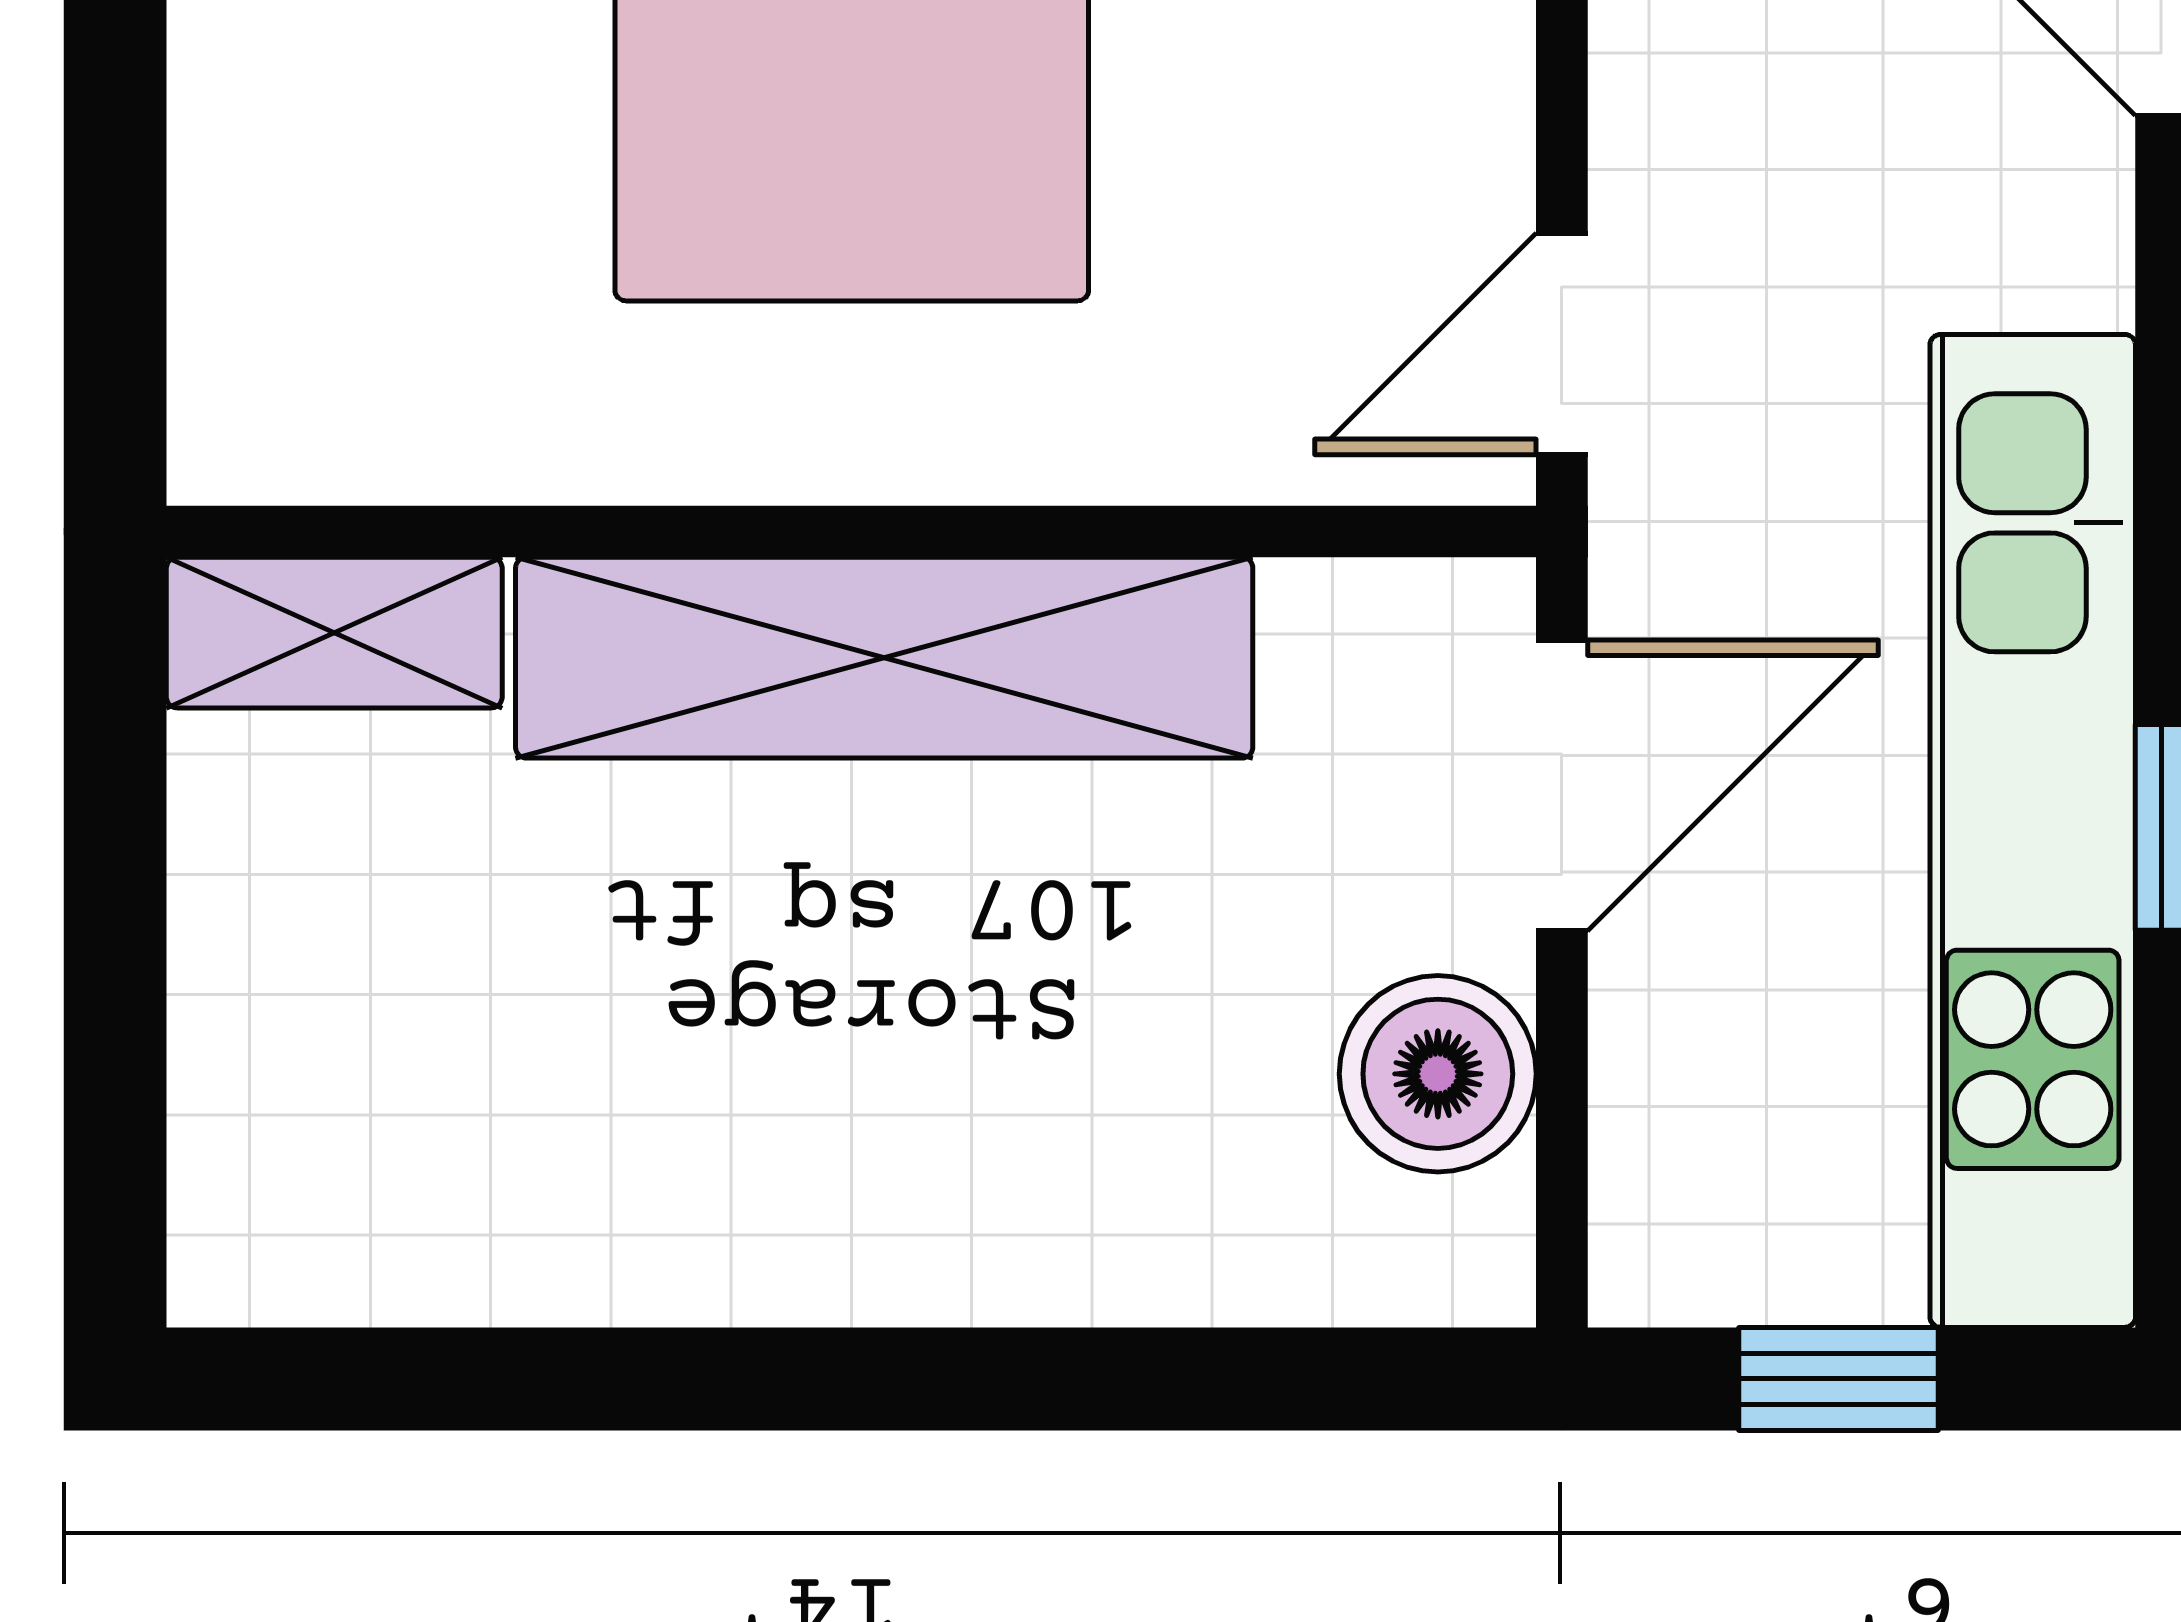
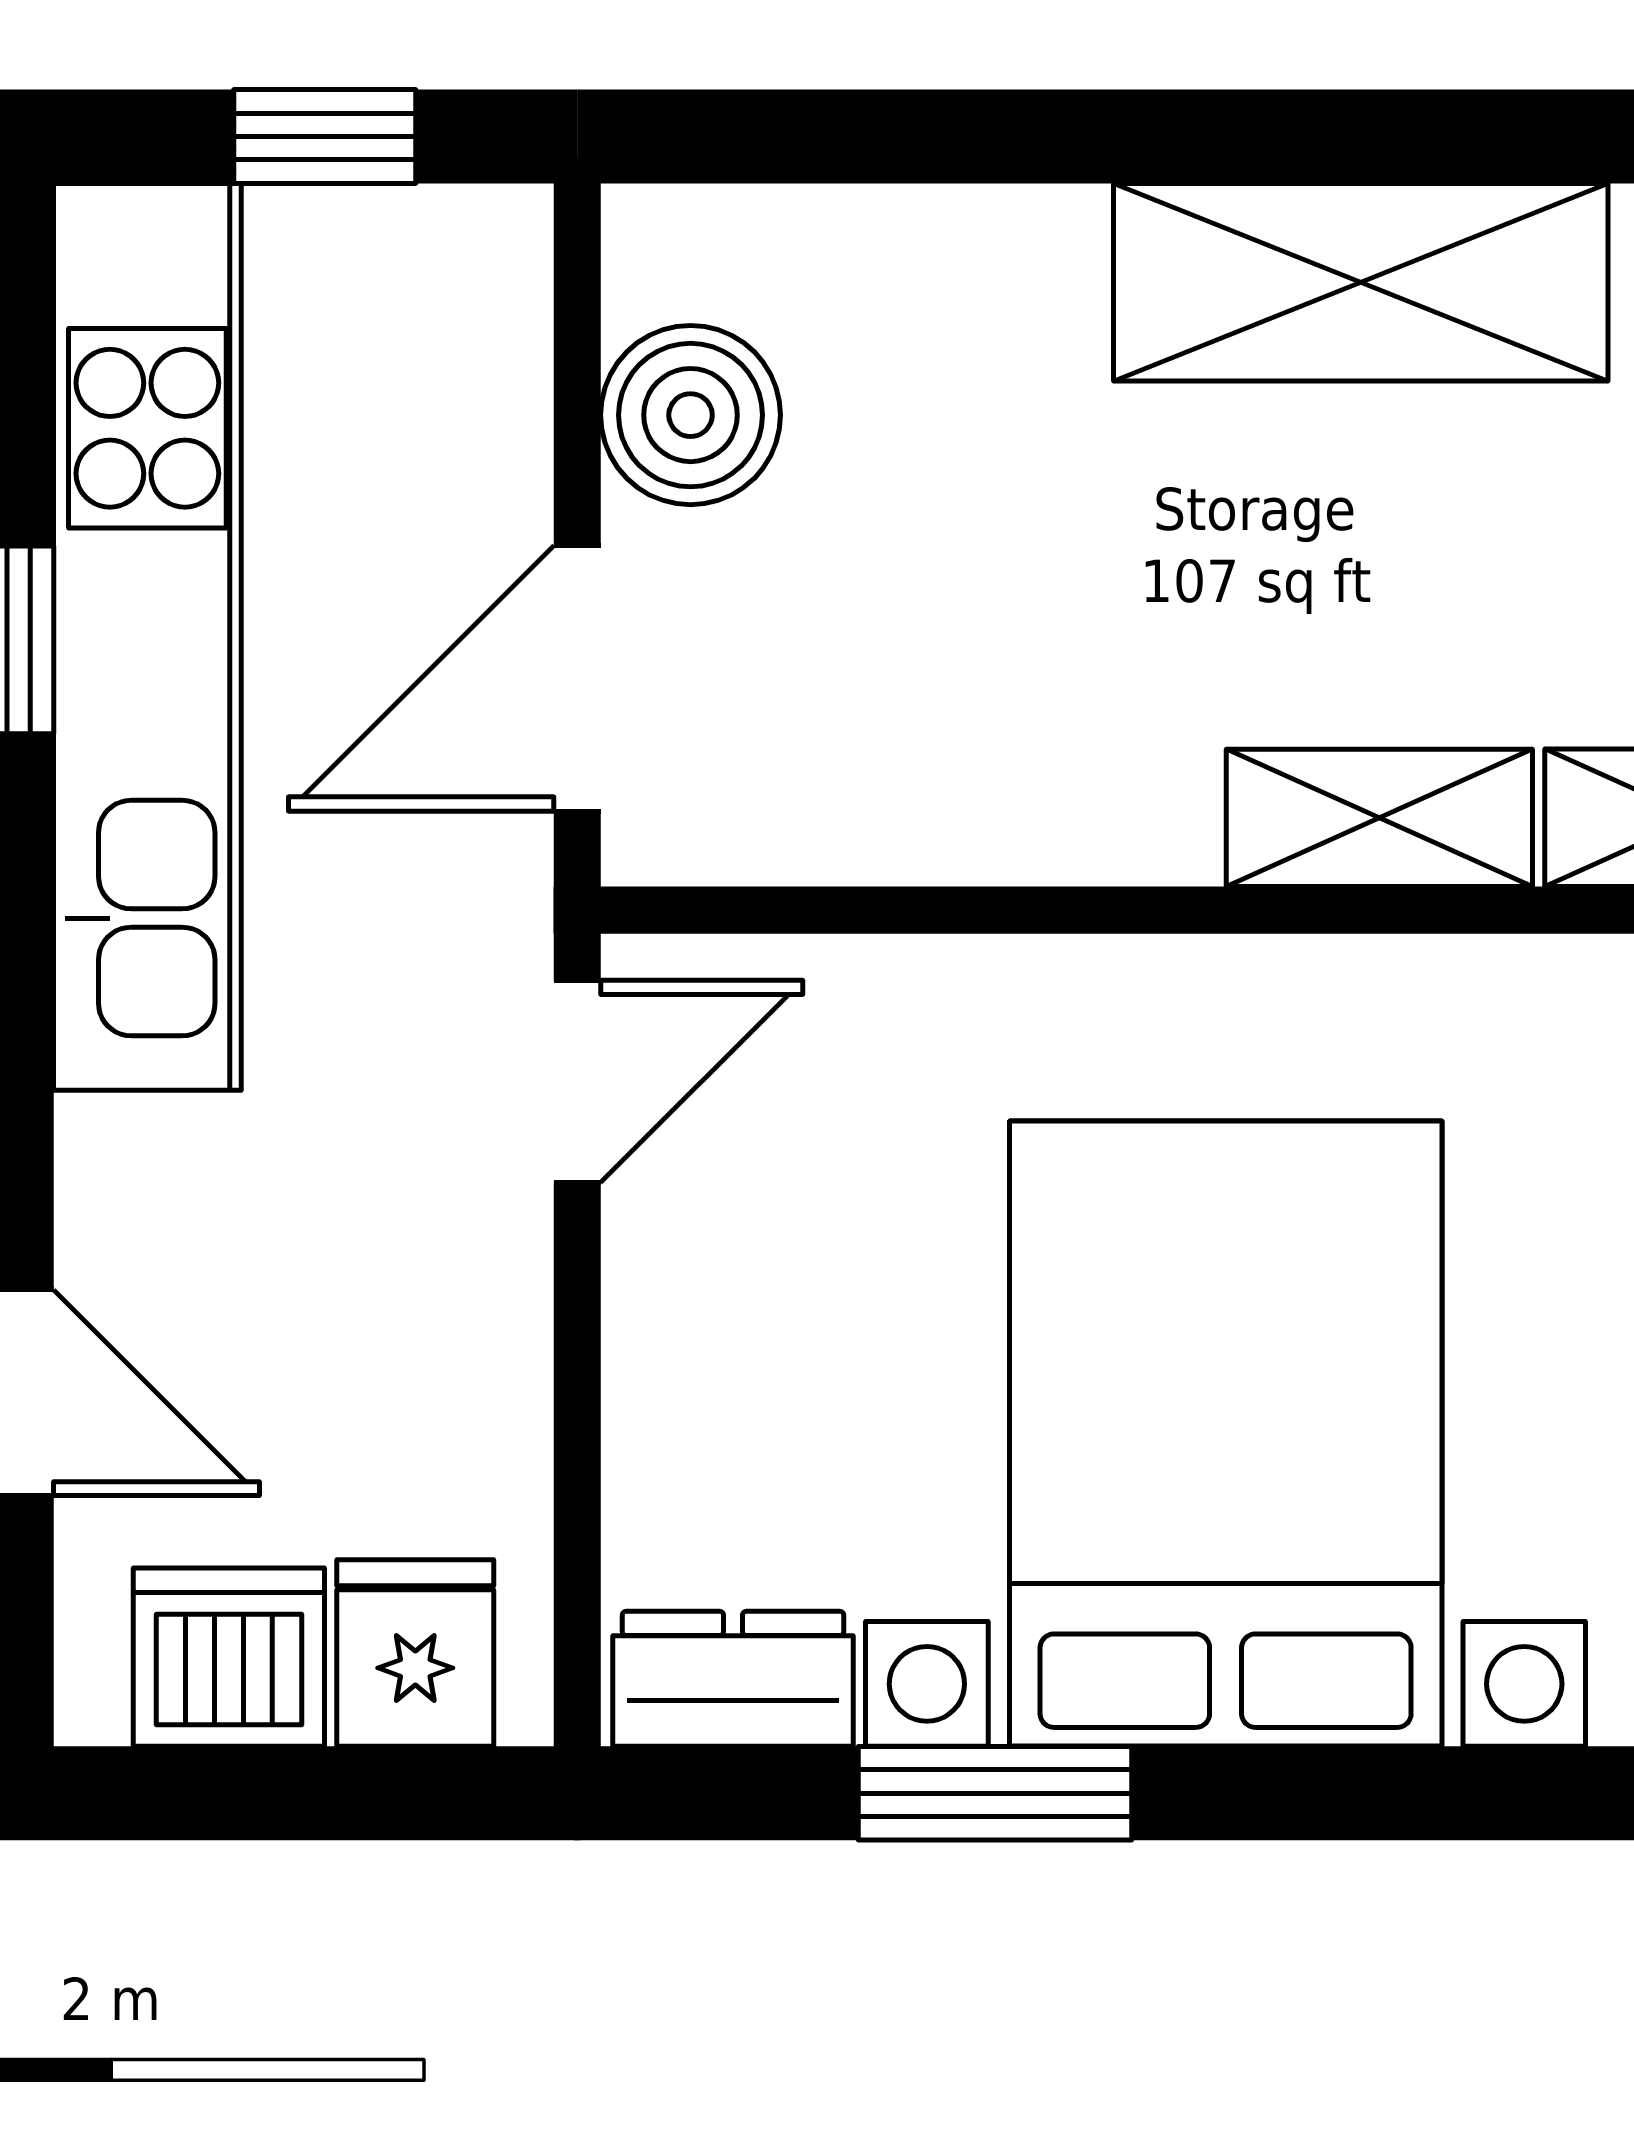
shelving: (884, 658) -> (1379, 818), width x0.45, depth x0.75
shelving: (704, 1219) -> (1361, 282), added

